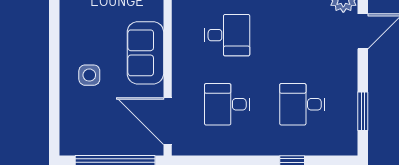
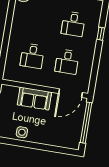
desk: (227, 35) -> (32, 56), turned 180
side table: (89, 75) -> (22, 132), moved

